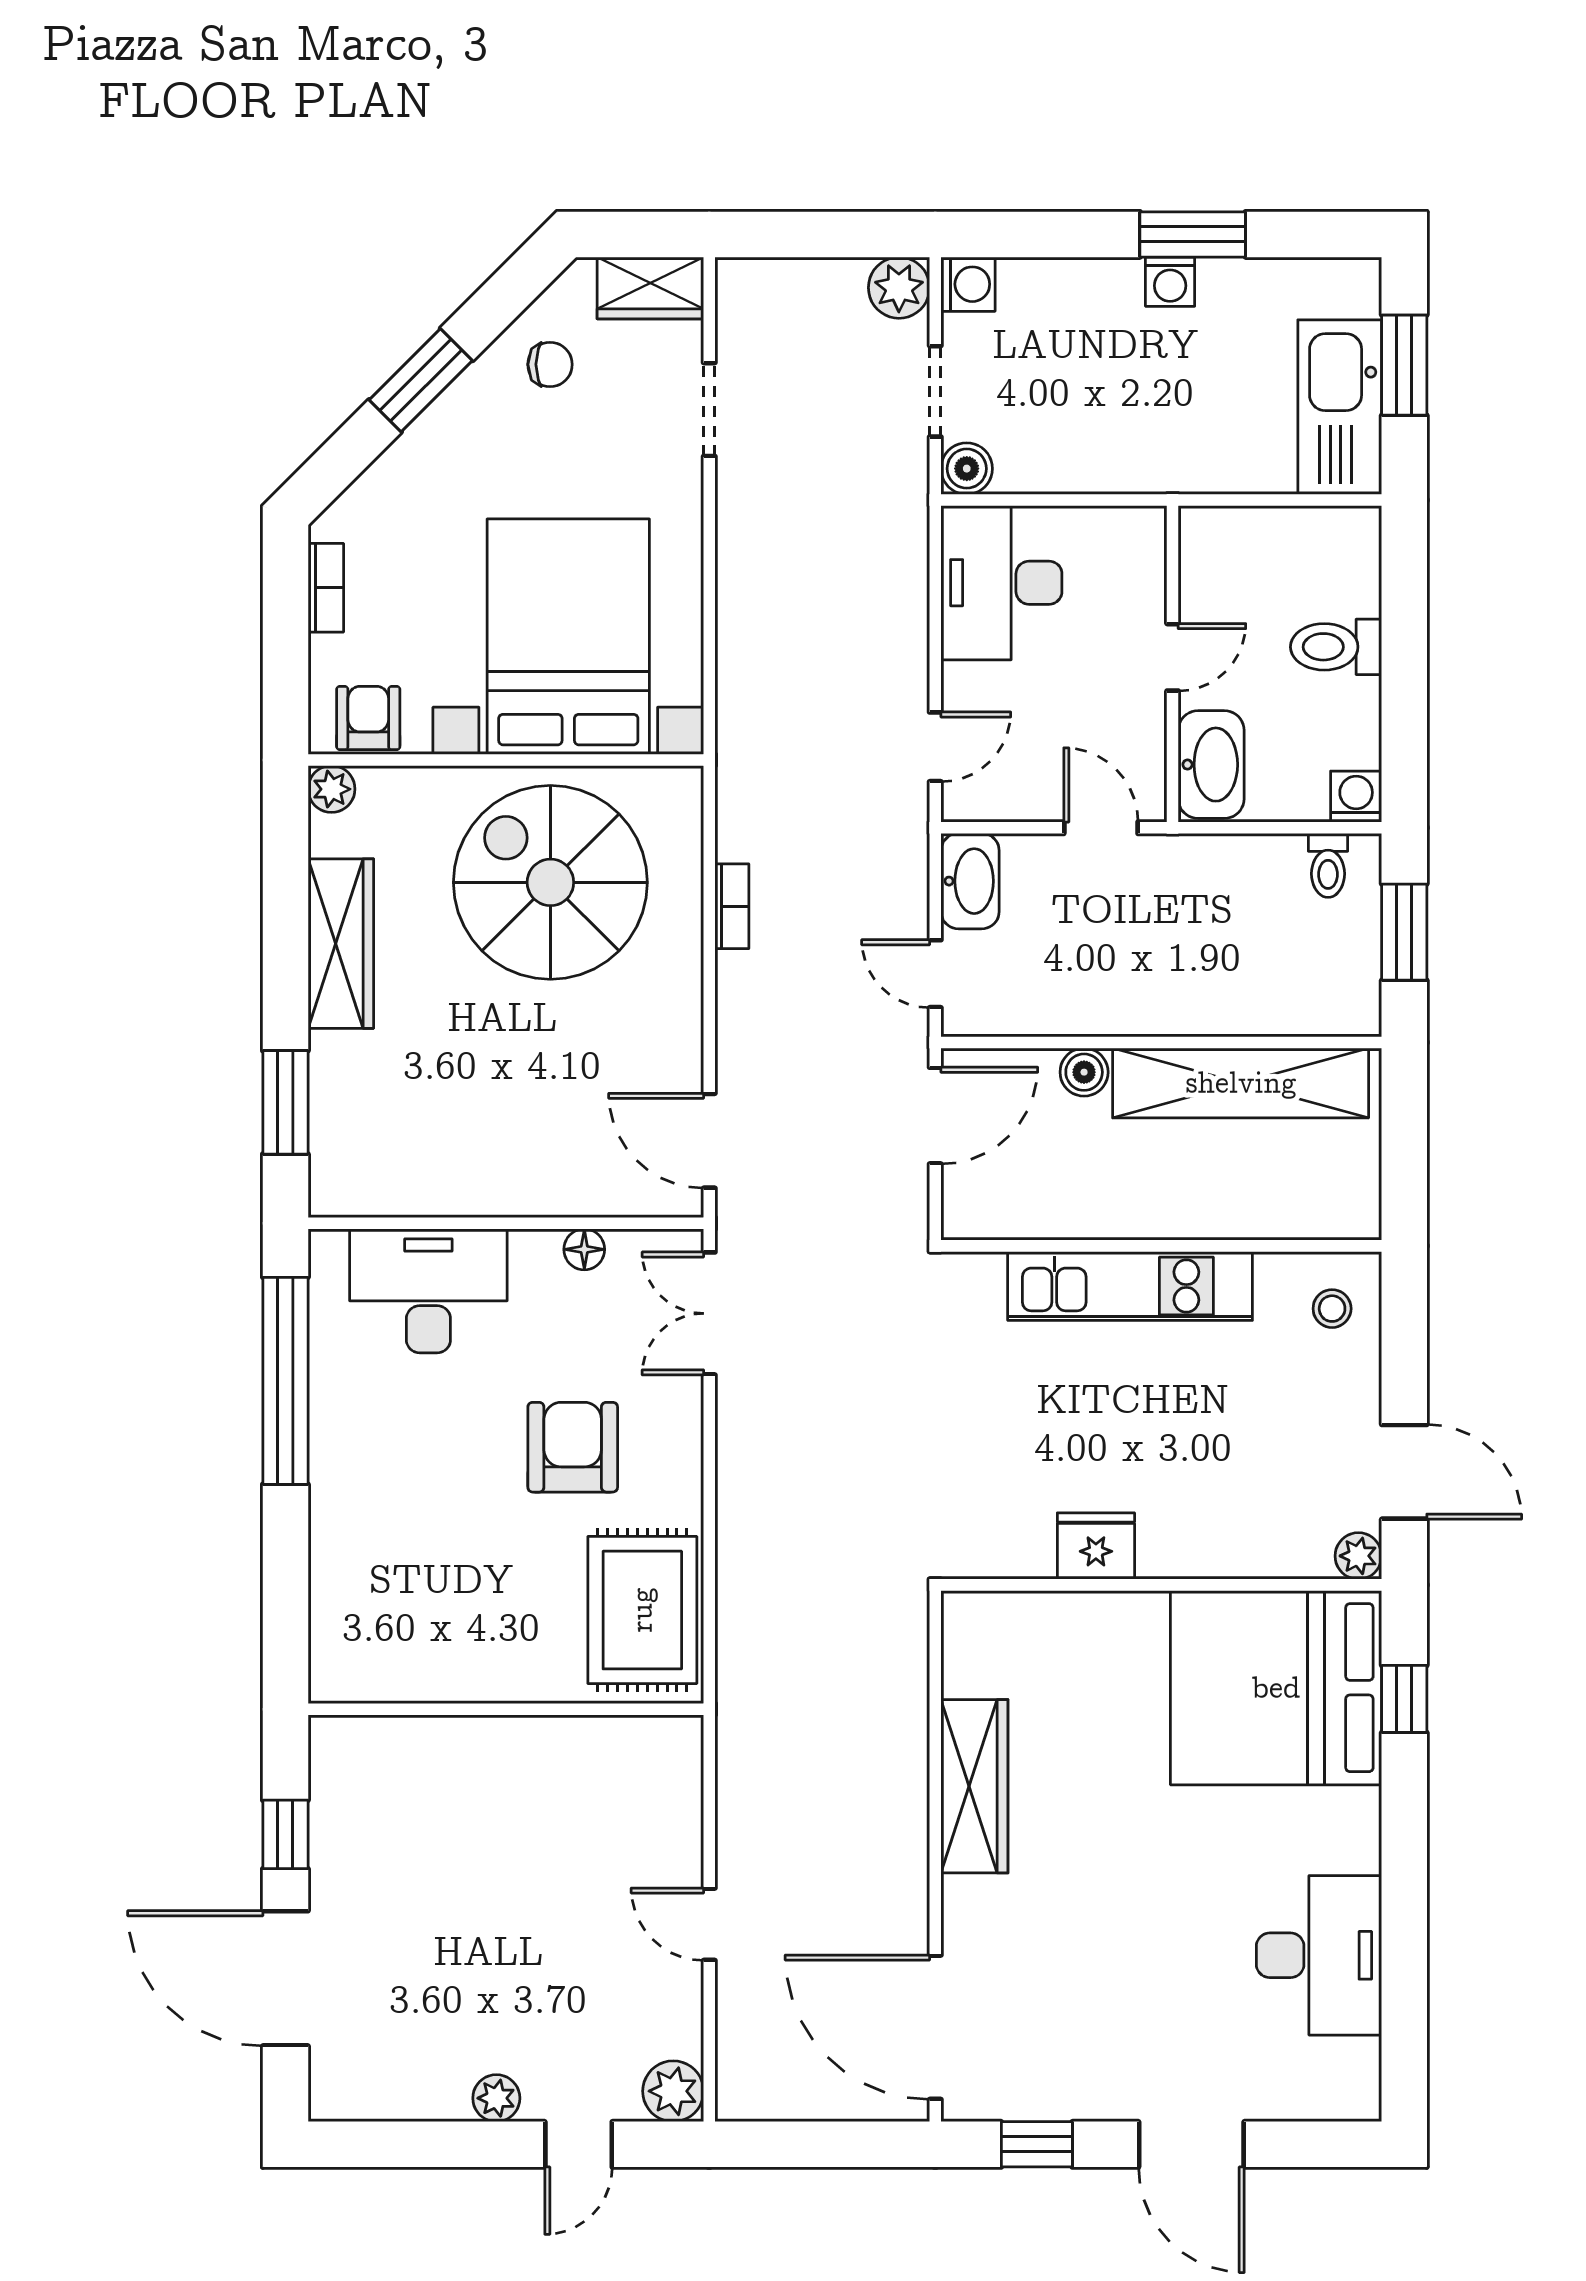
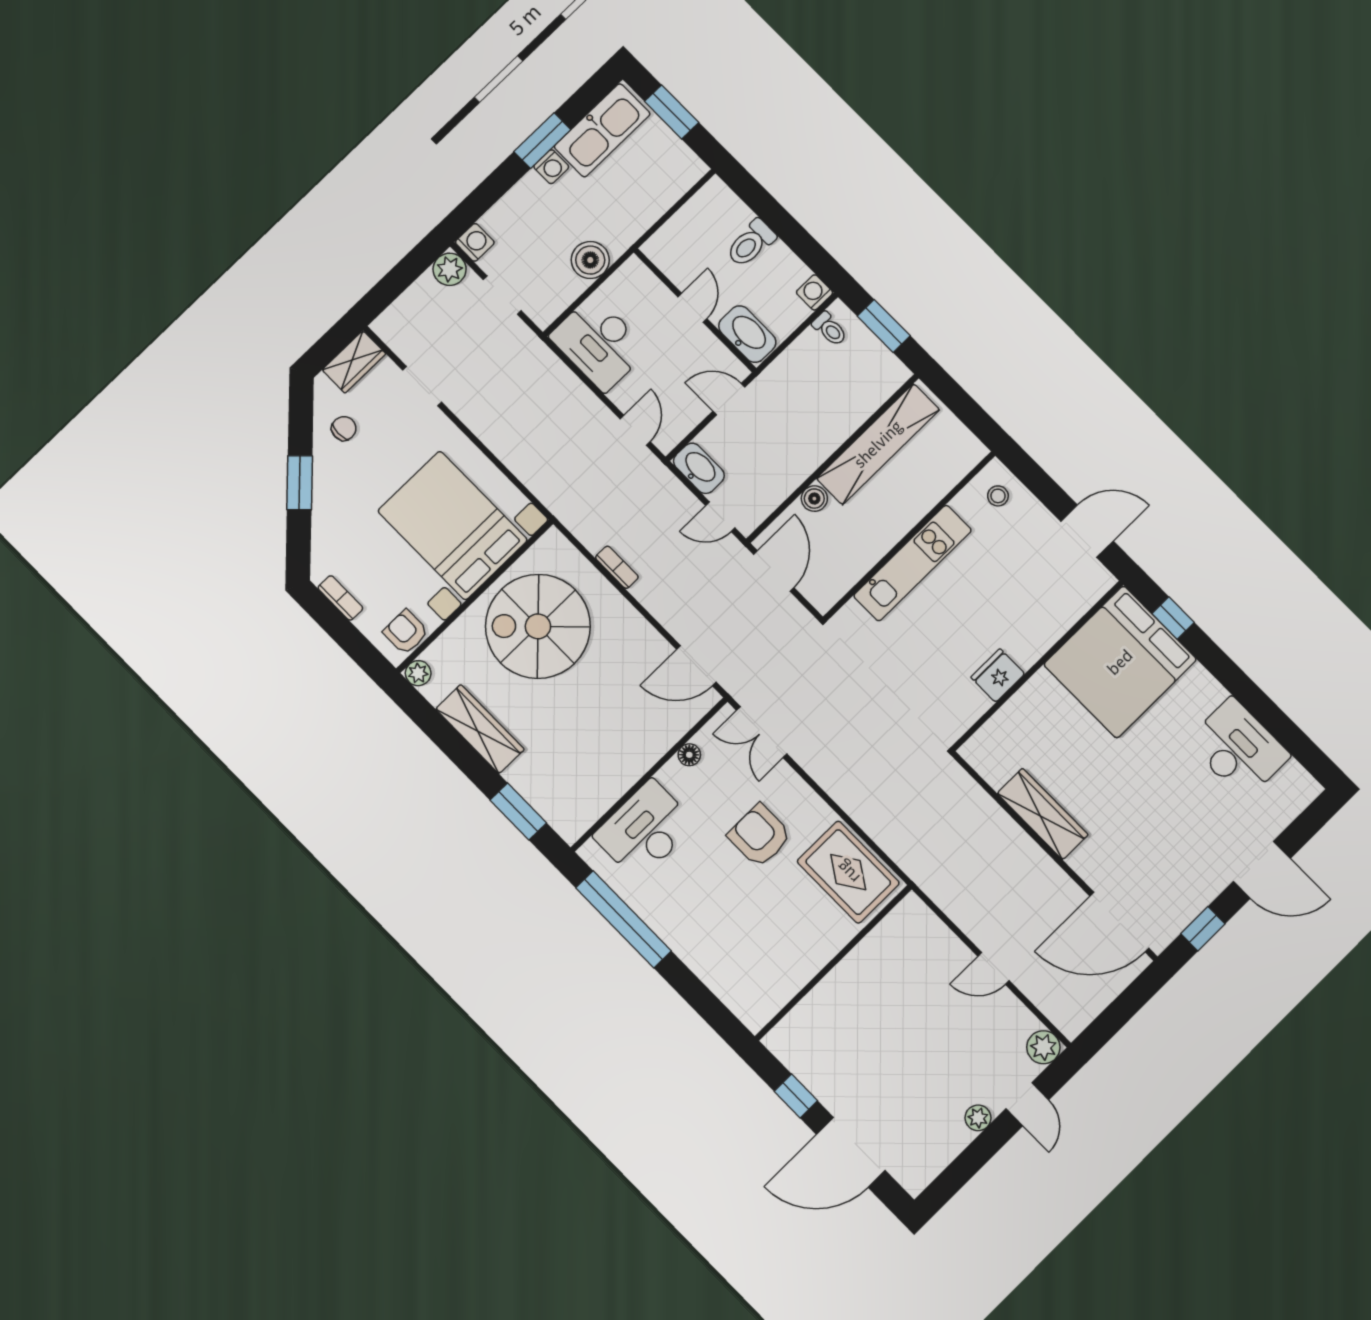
kitchen sink: (1340, 407) -> (602, 130), moved, turned -90
boiler: (967, 469) -> (590, 260), moved, width x1.36, depth x1.36
plant: (1358, 1556) -> (1101, 581), removed

